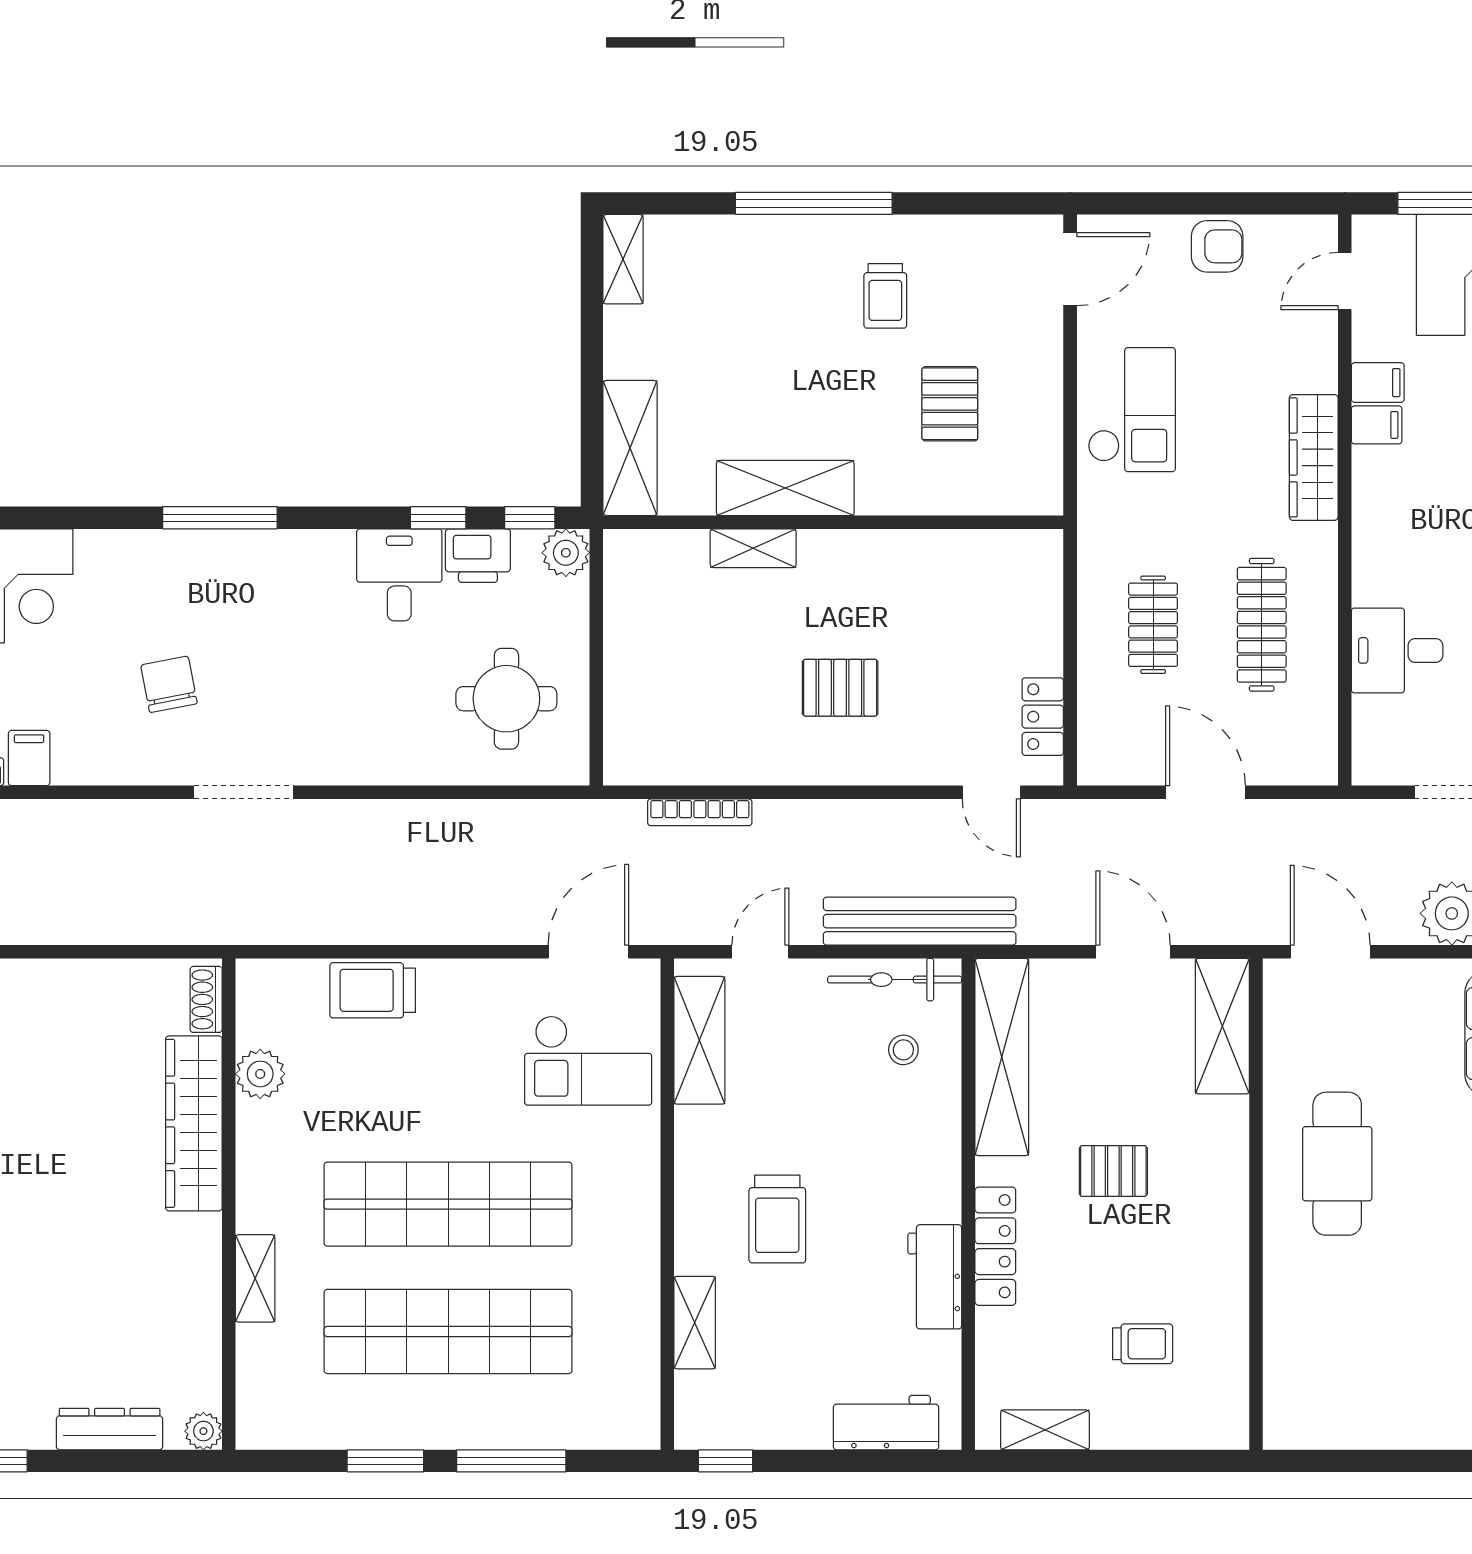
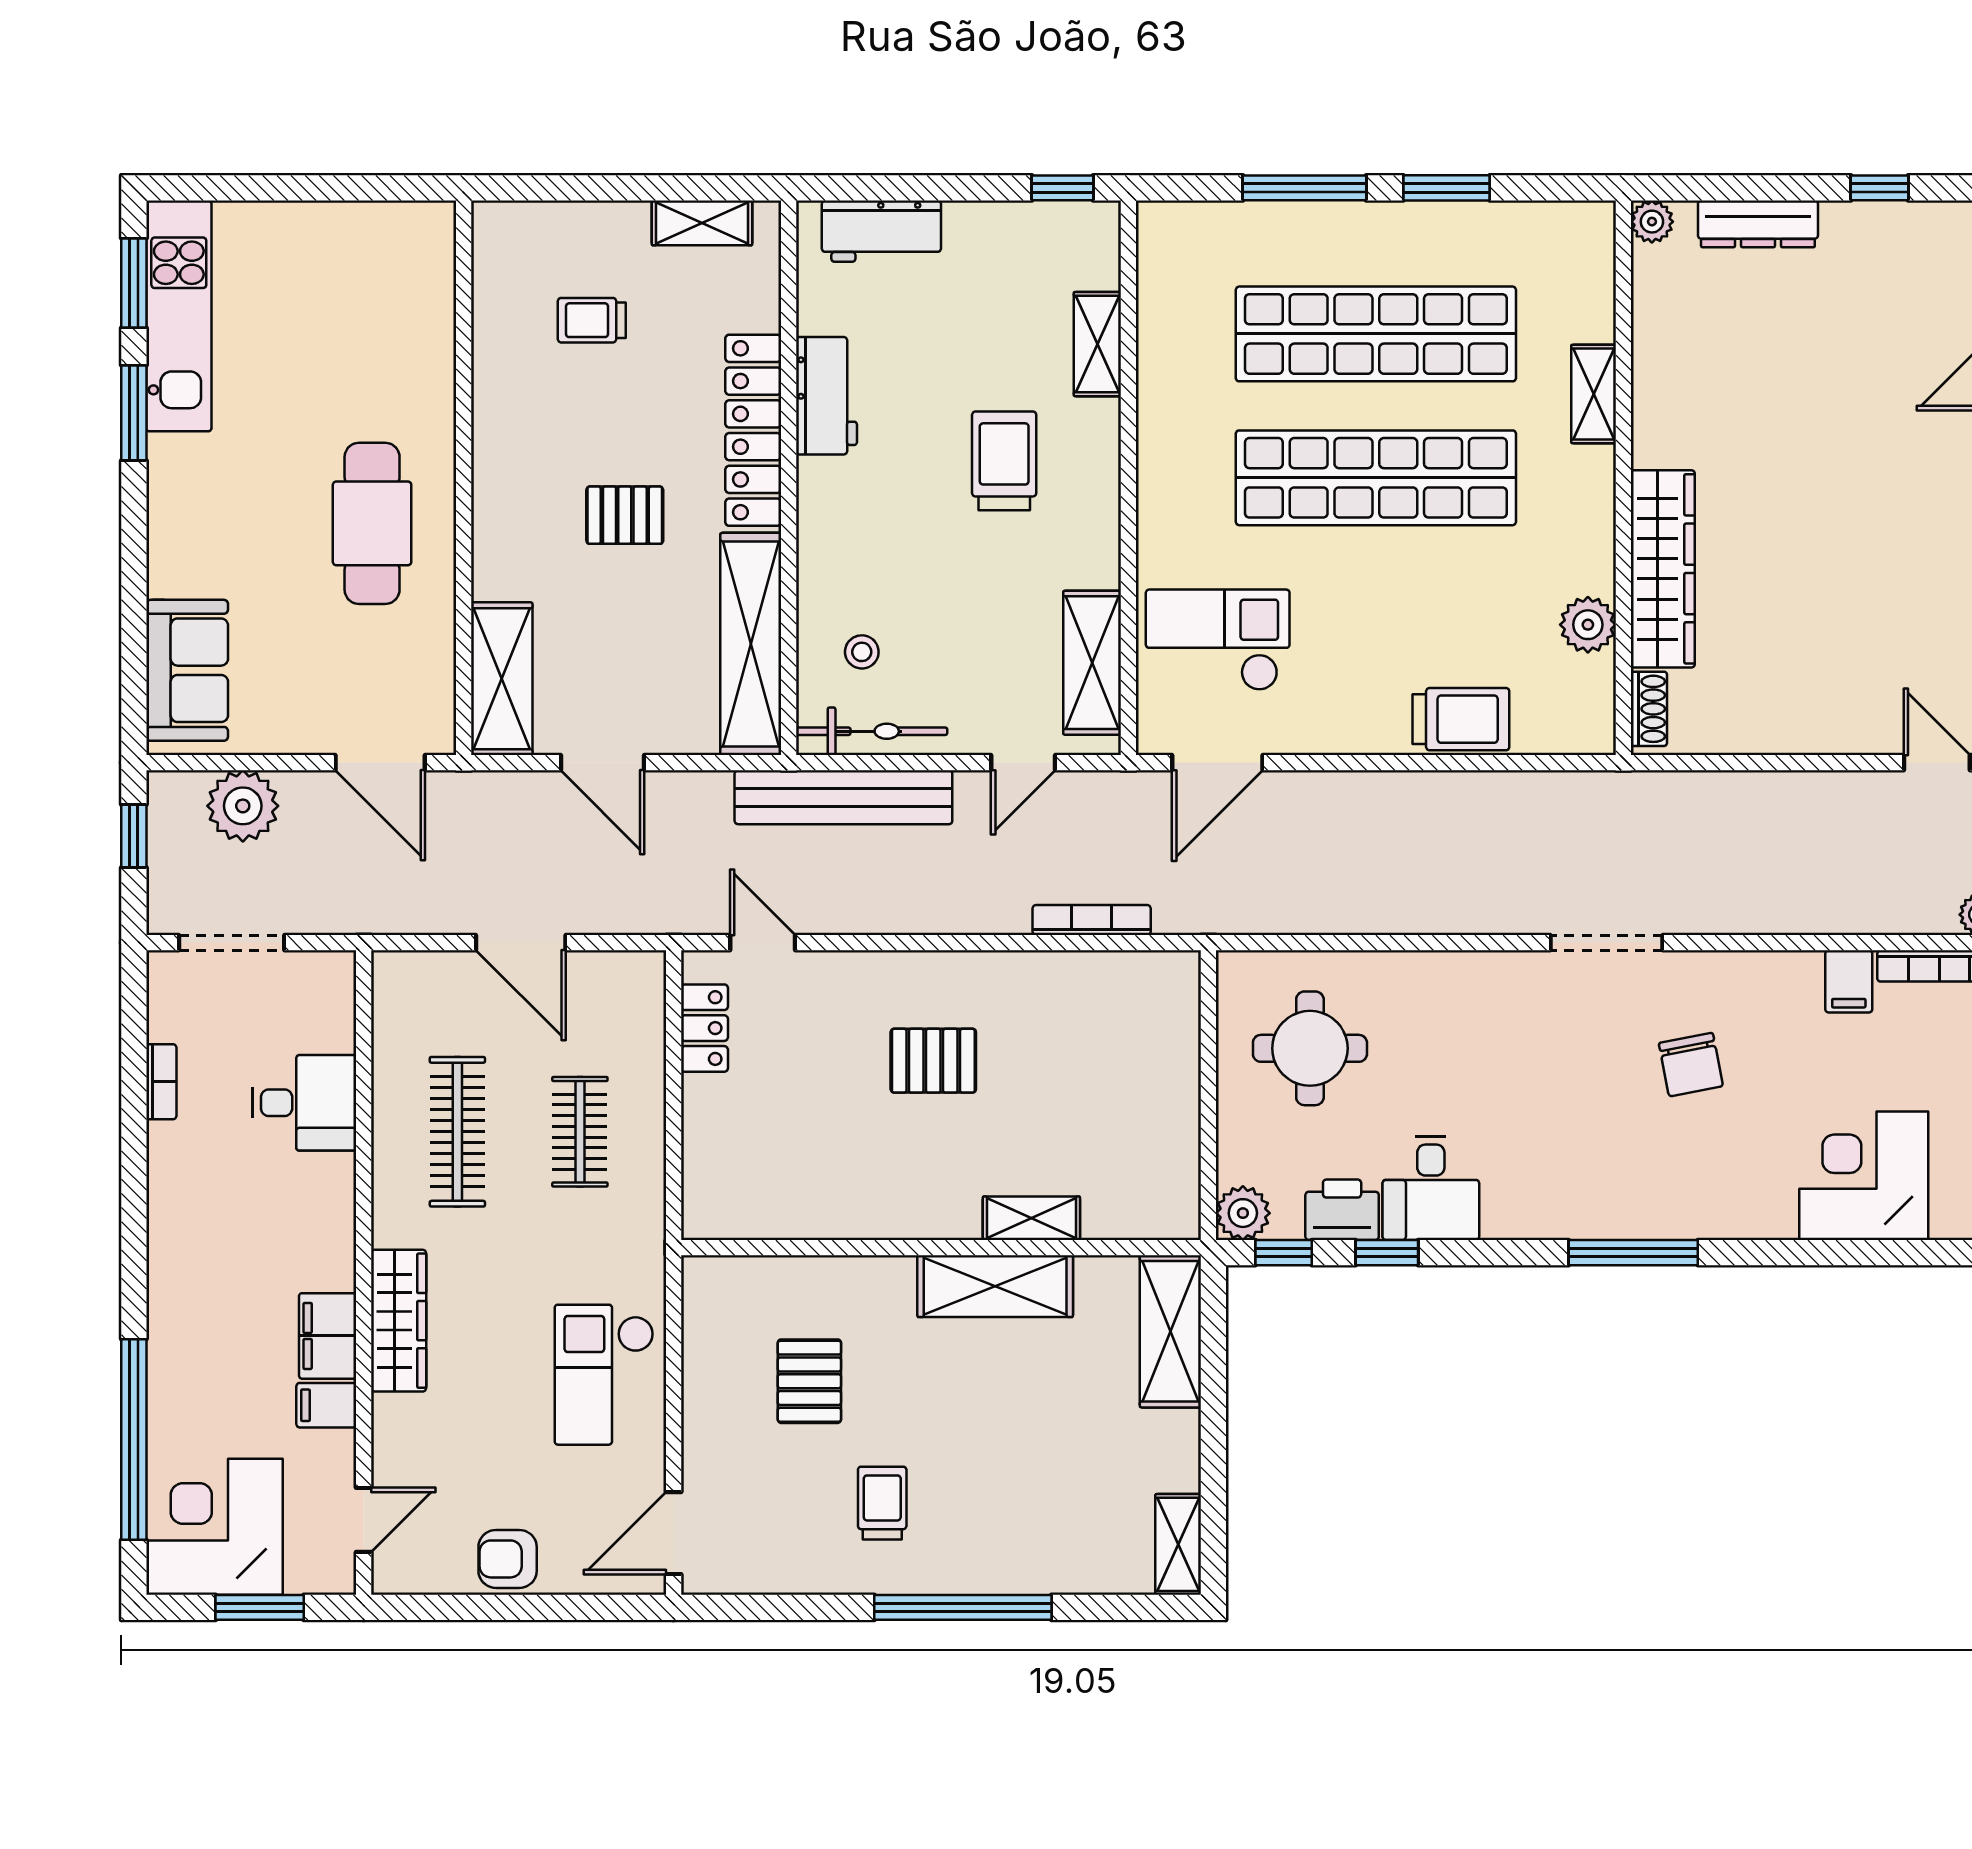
filing cabinet: (1377, 425) -> (328, 1336), width x2.00
locker: (995, 1246) -> (753, 430), width x1.41, depth x1.21

